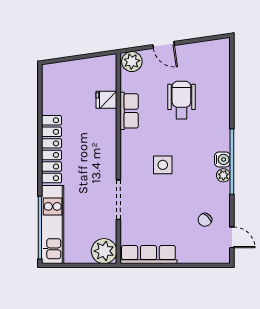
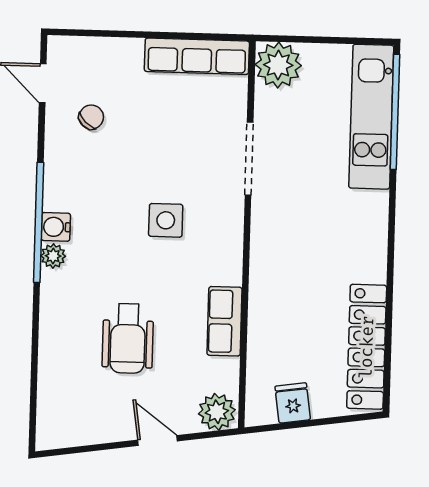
fridge: (106, 100) -> (293, 403), moved, turned -98
locker: (51, 149) -> (367, 347), moved
plant: (223, 175) -> (53, 256), moved

